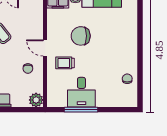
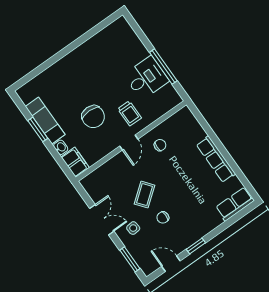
chair: (127, 79) -> (103, 43), removed
plant: (36, 100) -> (185, 116), removed

